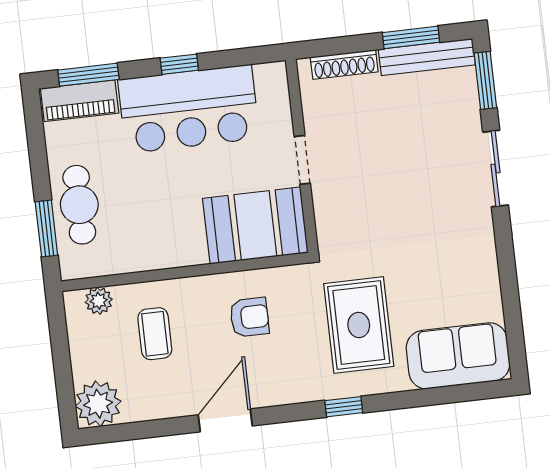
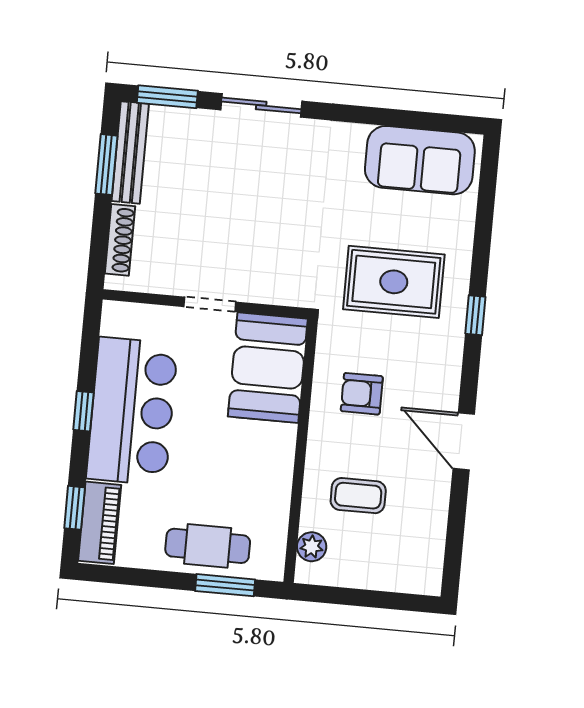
window: (88, 75) -> (75, 508), width x0.67
armchair: (249, 317) -> (362, 394), turned -90
sofa: (458, 356) -> (420, 160), moved, turned -90
plant: (98, 404) -> (419, 570), removed

